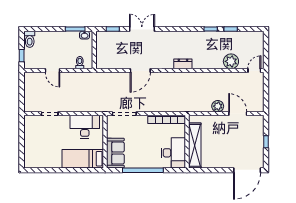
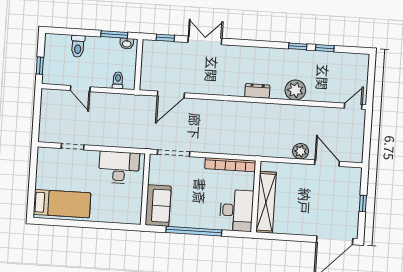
toilet: (30, 39) -> (78, 46), moved
plant: (231, 61) -> (295, 90), moved
door: (140, 71) -> (171, 94), moved
bed: (83, 159) -> (62, 204), moved, turned 180

